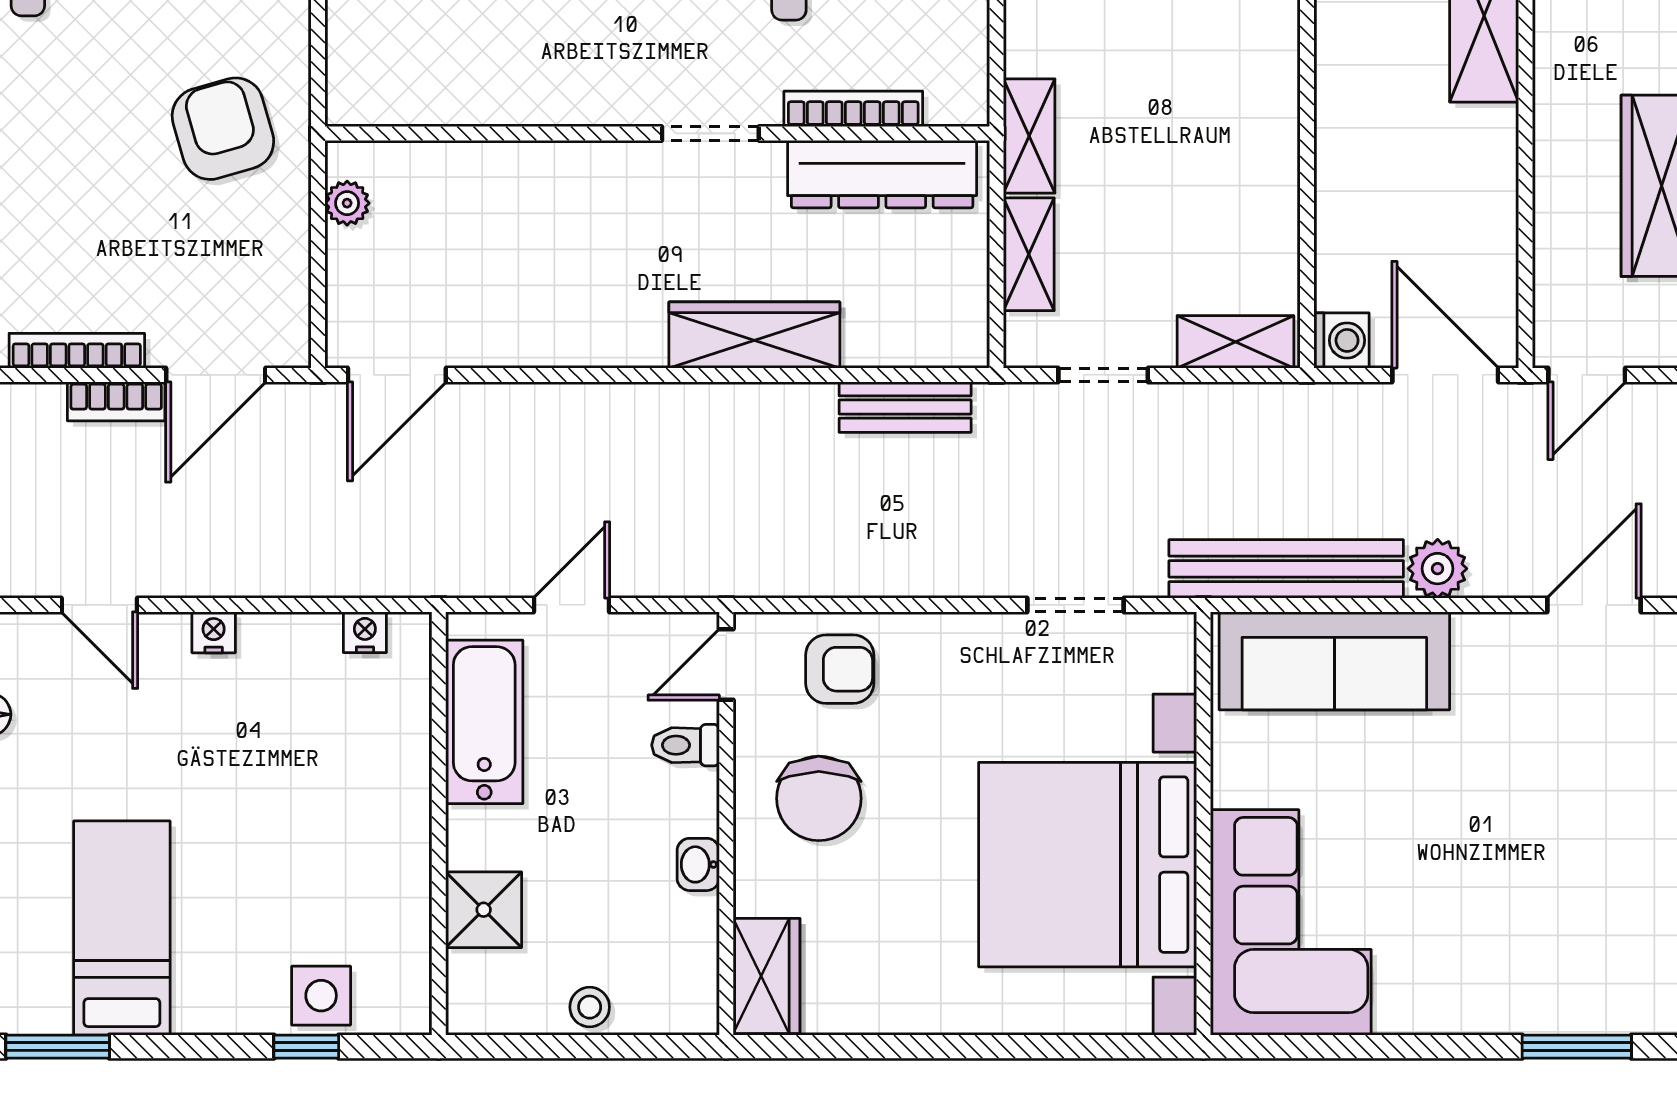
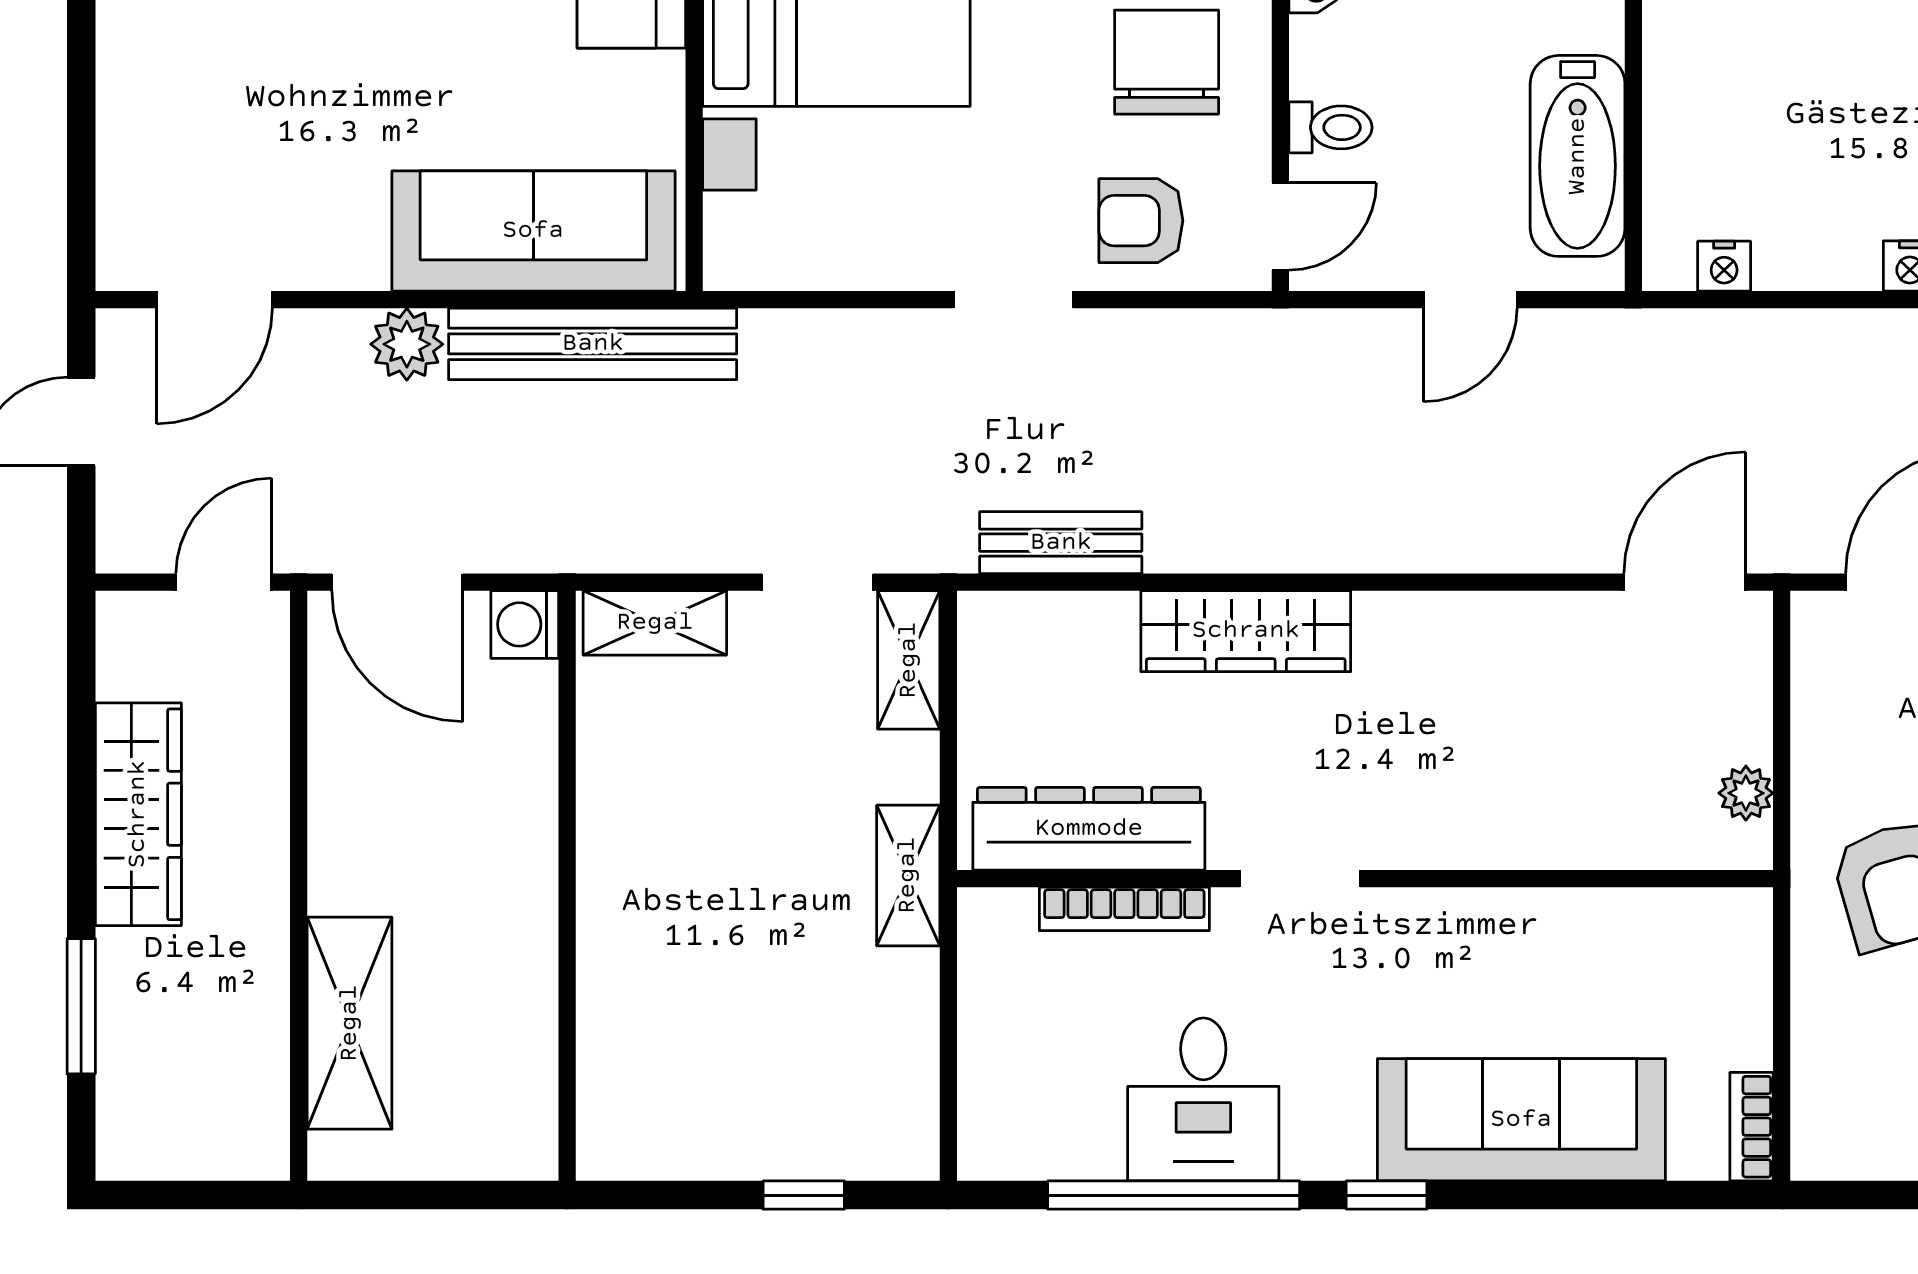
shelving: (1029, 254) -> (909, 660), moved
doorway: (1075, 605) -> (1014, 300), moved

